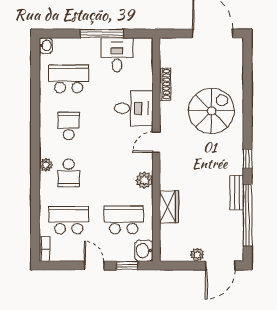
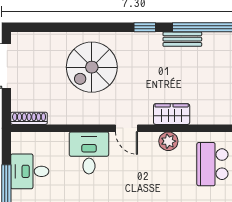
shoe rack: (165, 84) -> (29, 118), moved
spiral stairs: (211, 111) -> (92, 67), turned -90
wardrobe: (169, 207) -> (172, 114), moved

